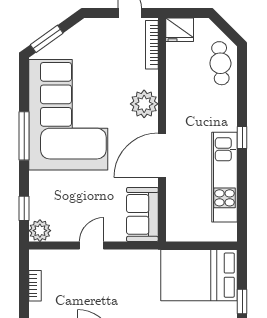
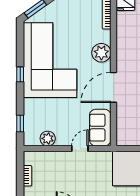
window: (24, 136) -> (20, 74), width x0.46
plant: (40, 231) -> (48, 138), moved
door: (92, 246) -> (80, 149), moved

